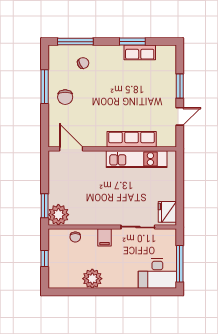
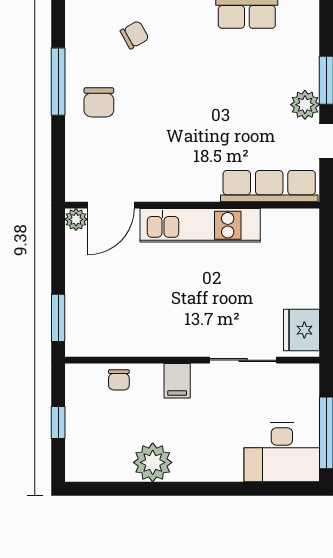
plant: (169, 98) -> (305, 105), added
row of seats: (132, 139) -> (269, 186), moved
door: (71, 149) -> (111, 205), swing flipped
kitchen unit: (137, 159) -> (200, 225), moved
plant: (58, 215) -> (76, 219), moved, width x0.53, depth x0.53

